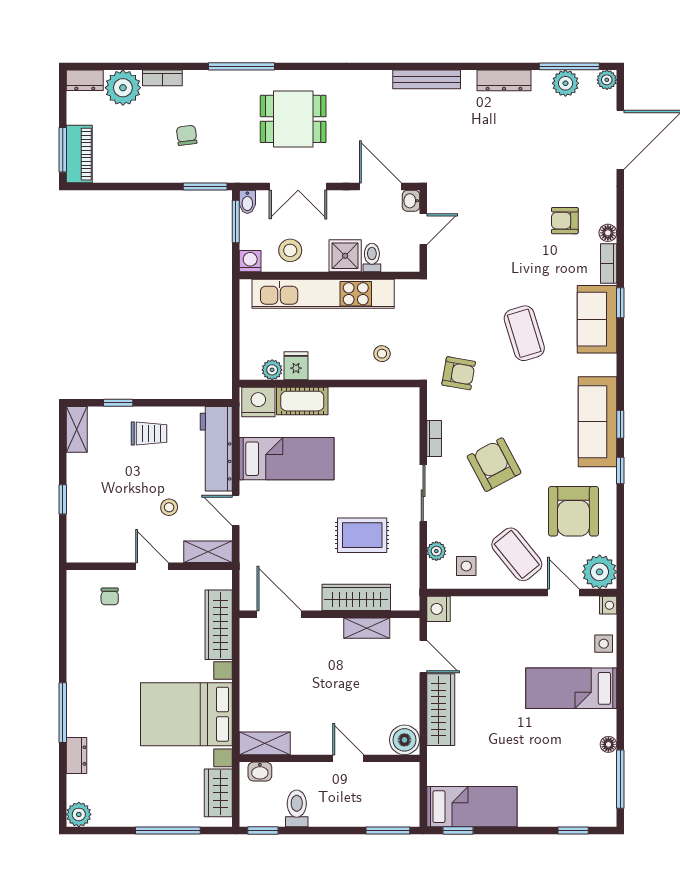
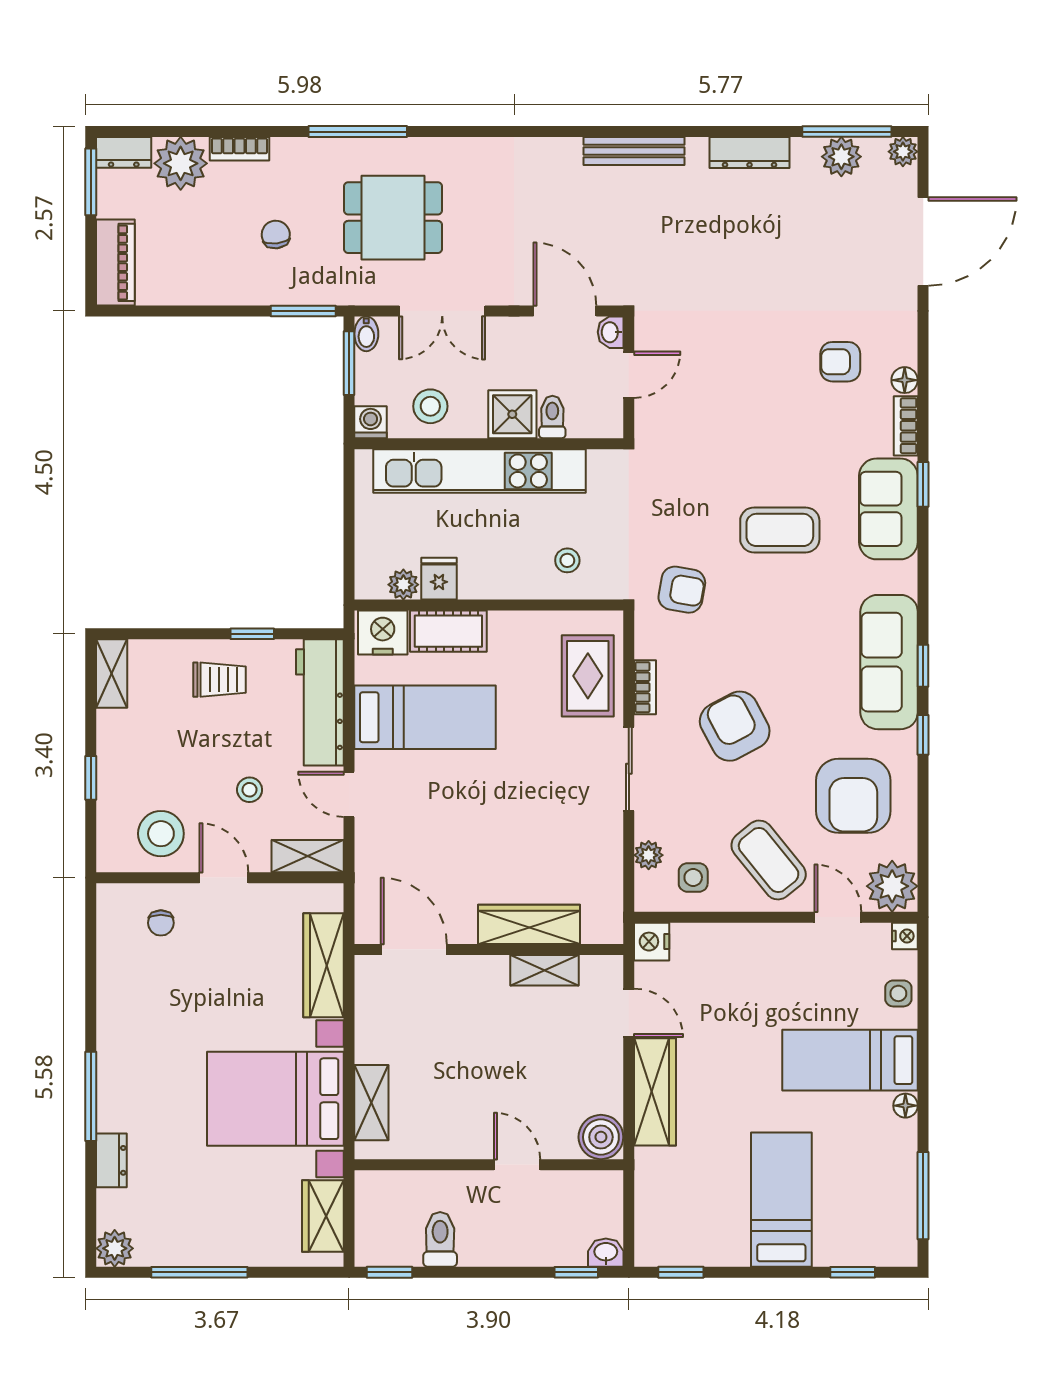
dining table: (293, 119) -> (393, 218), moved
window: (63, 150) -> (91, 182), moved
coffee table: (524, 333) -> (780, 530), turned -73
window: (118, 403) -> (252, 634), moved
rug: (362, 535) -> (588, 676), moved, turned 90
stool: (110, 537) -> (161, 834), added
shelving: (265, 743) -> (371, 1103), moved, turned 90
floor lamp: (608, 744) -> (905, 1106), moved
washbasin: (260, 772) -> (606, 1253), moved, turned 180
bed: (472, 807) -> (781, 1200), moved, turned -90
window: (168, 830) -> (199, 1272), moved
window: (388, 830) -> (576, 1272), width x0.67

